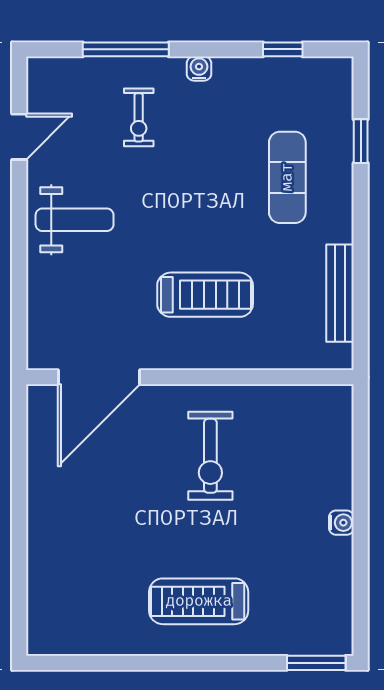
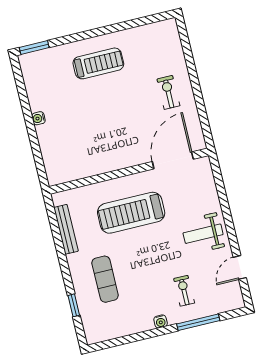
window: (283, 49) -> (122, 341), removed
treadmill: (205, 295) -> (131, 213), width x1.37, depth x1.38
exercise bike: (210, 456) -> (168, 92), moved, width x0.73, depth x0.72

